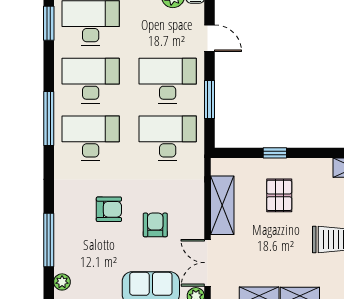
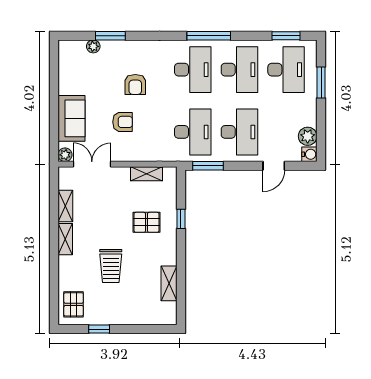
window: (209, 99) -> (208, 166), moved
shelving: (222, 205) -> (146, 174), width x0.67, depth x0.75
window: (49, 240) -> (110, 36), width x0.69
plant: (62, 282) -> (93, 46), moved

